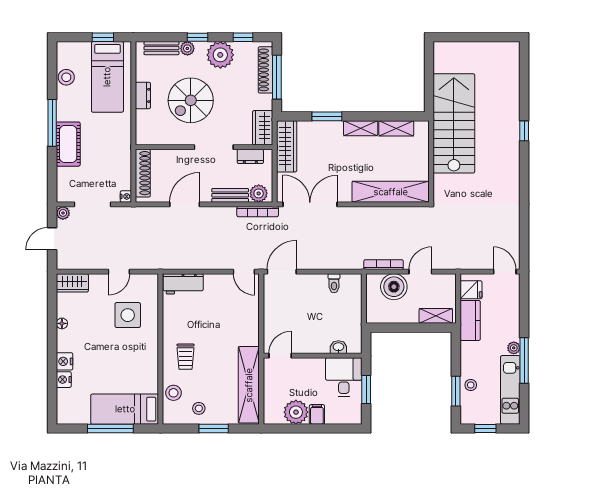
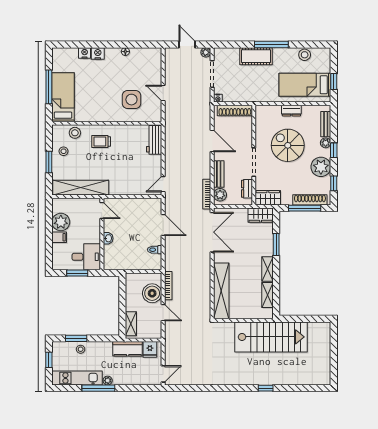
wardrobe: (287, 146) -> (261, 215), width x0.67
door: (282, 272) -> (163, 225), moved
wardrobe: (72, 283) -> (155, 59), removed
washbasin: (338, 347) -> (108, 238), moved

